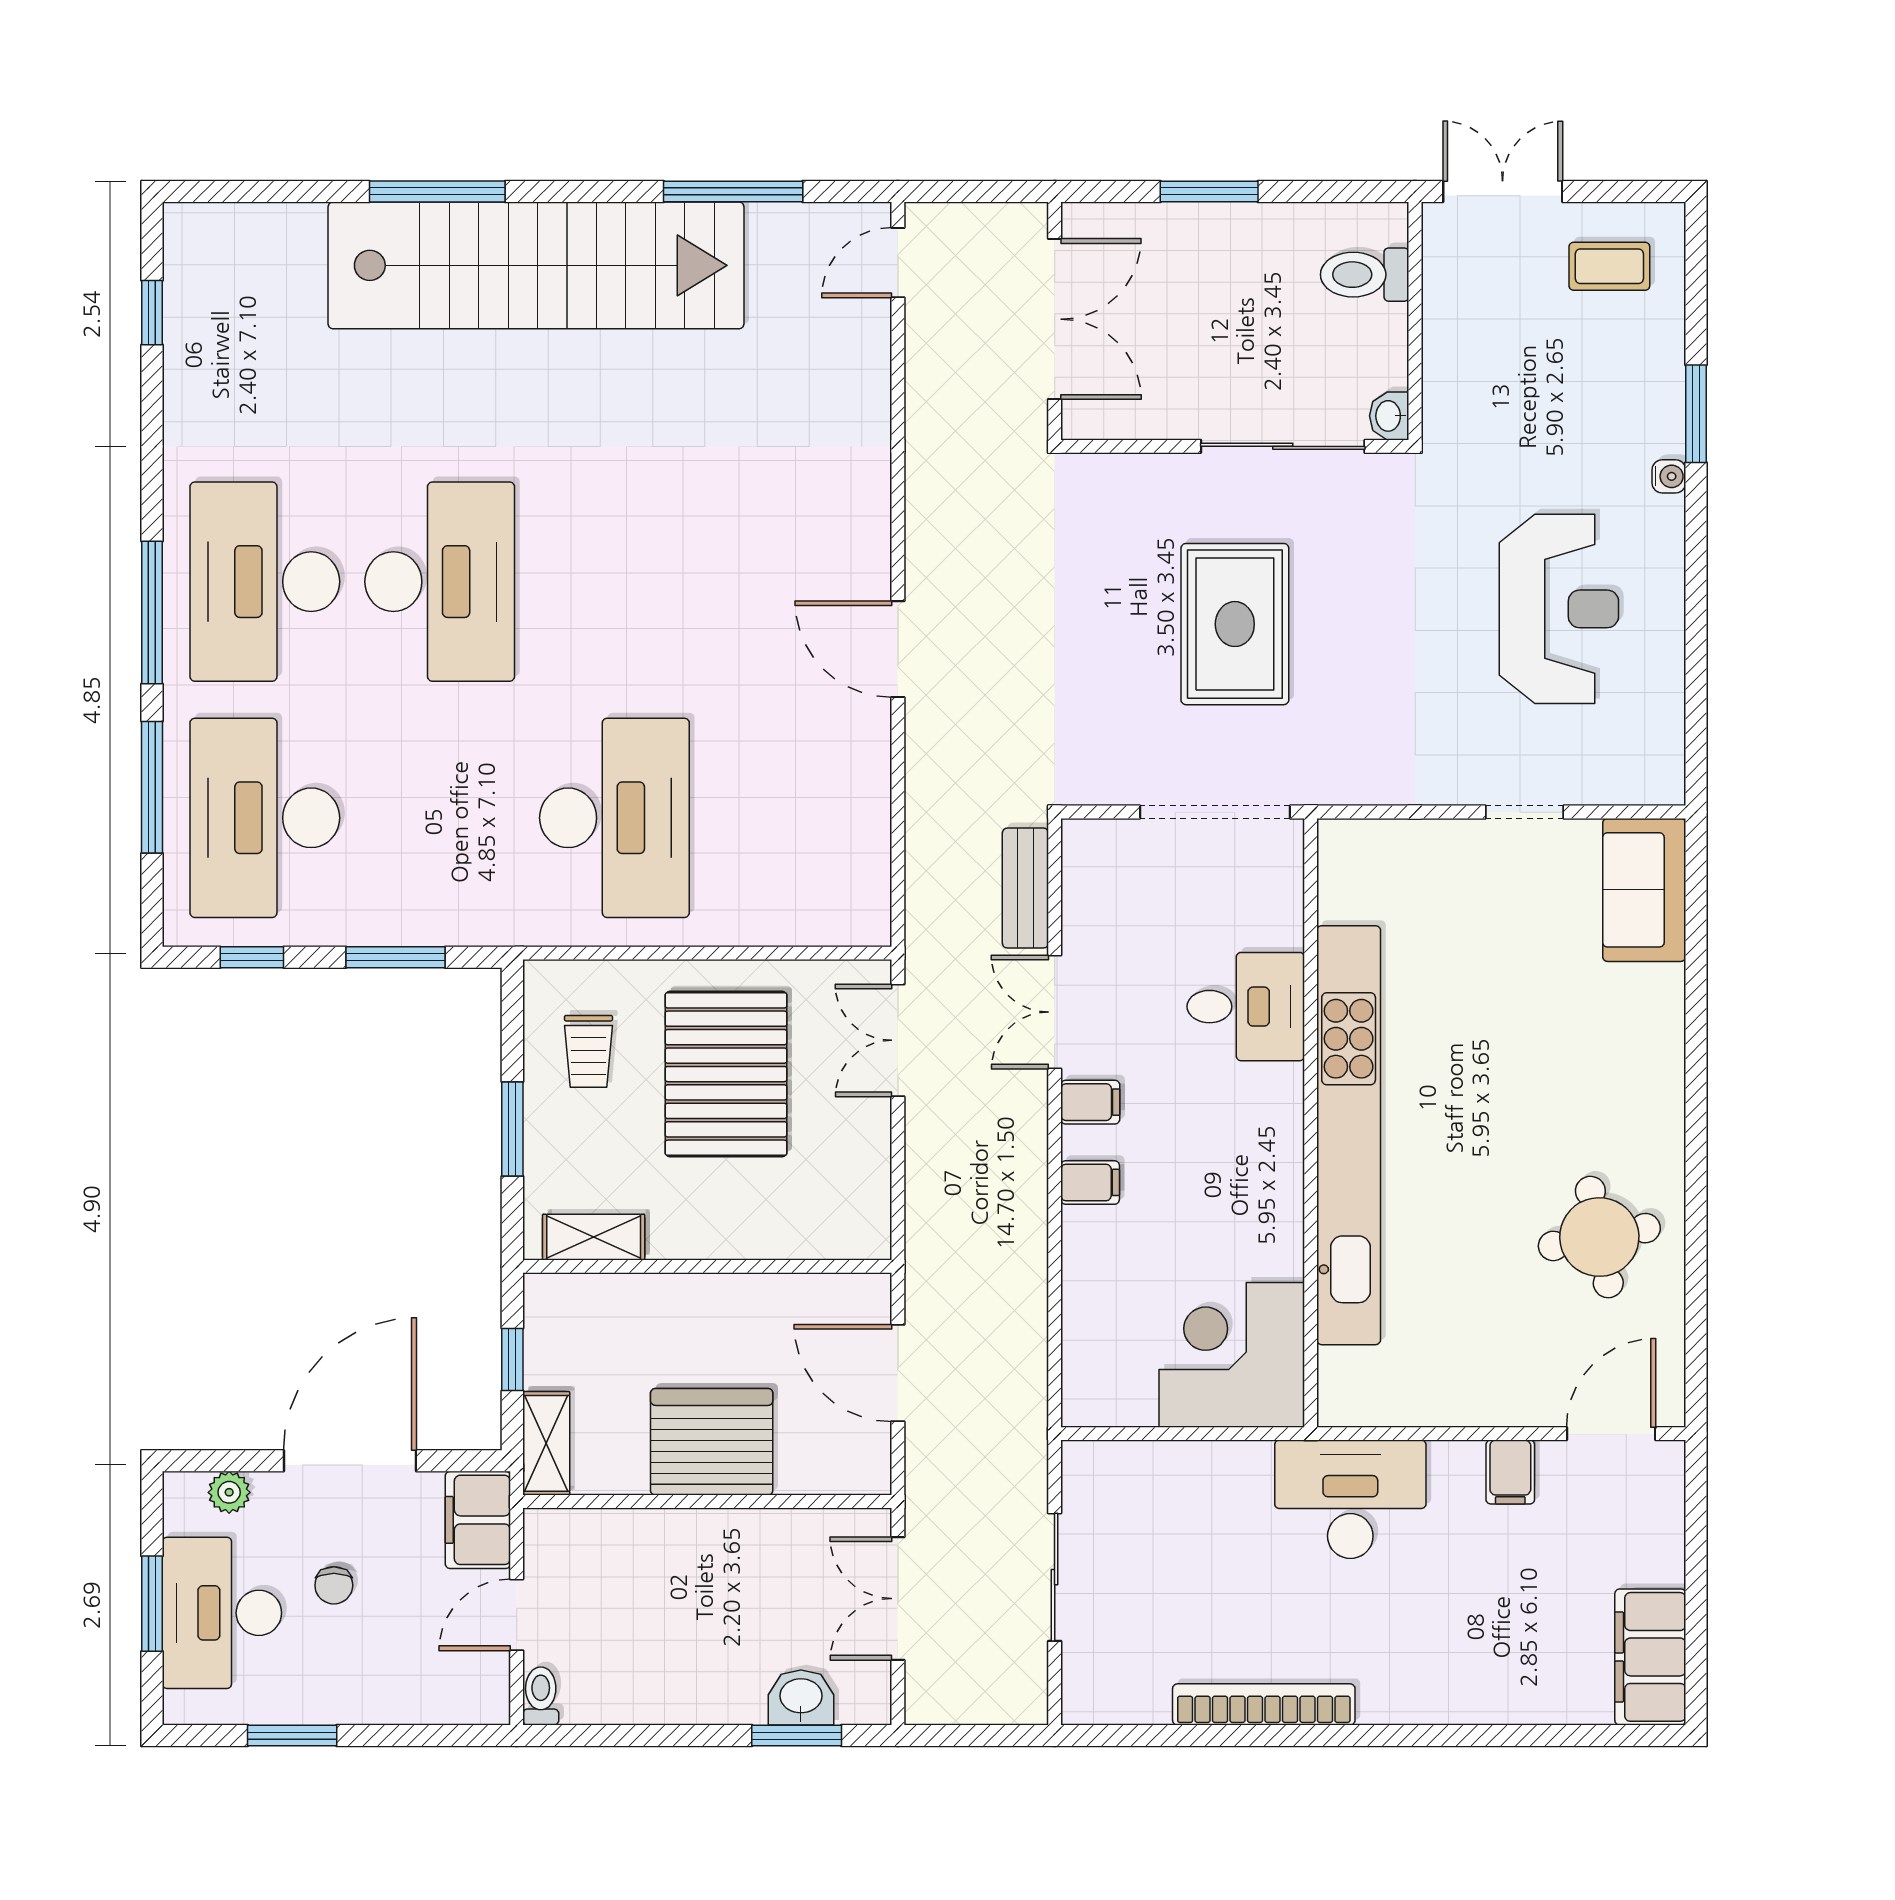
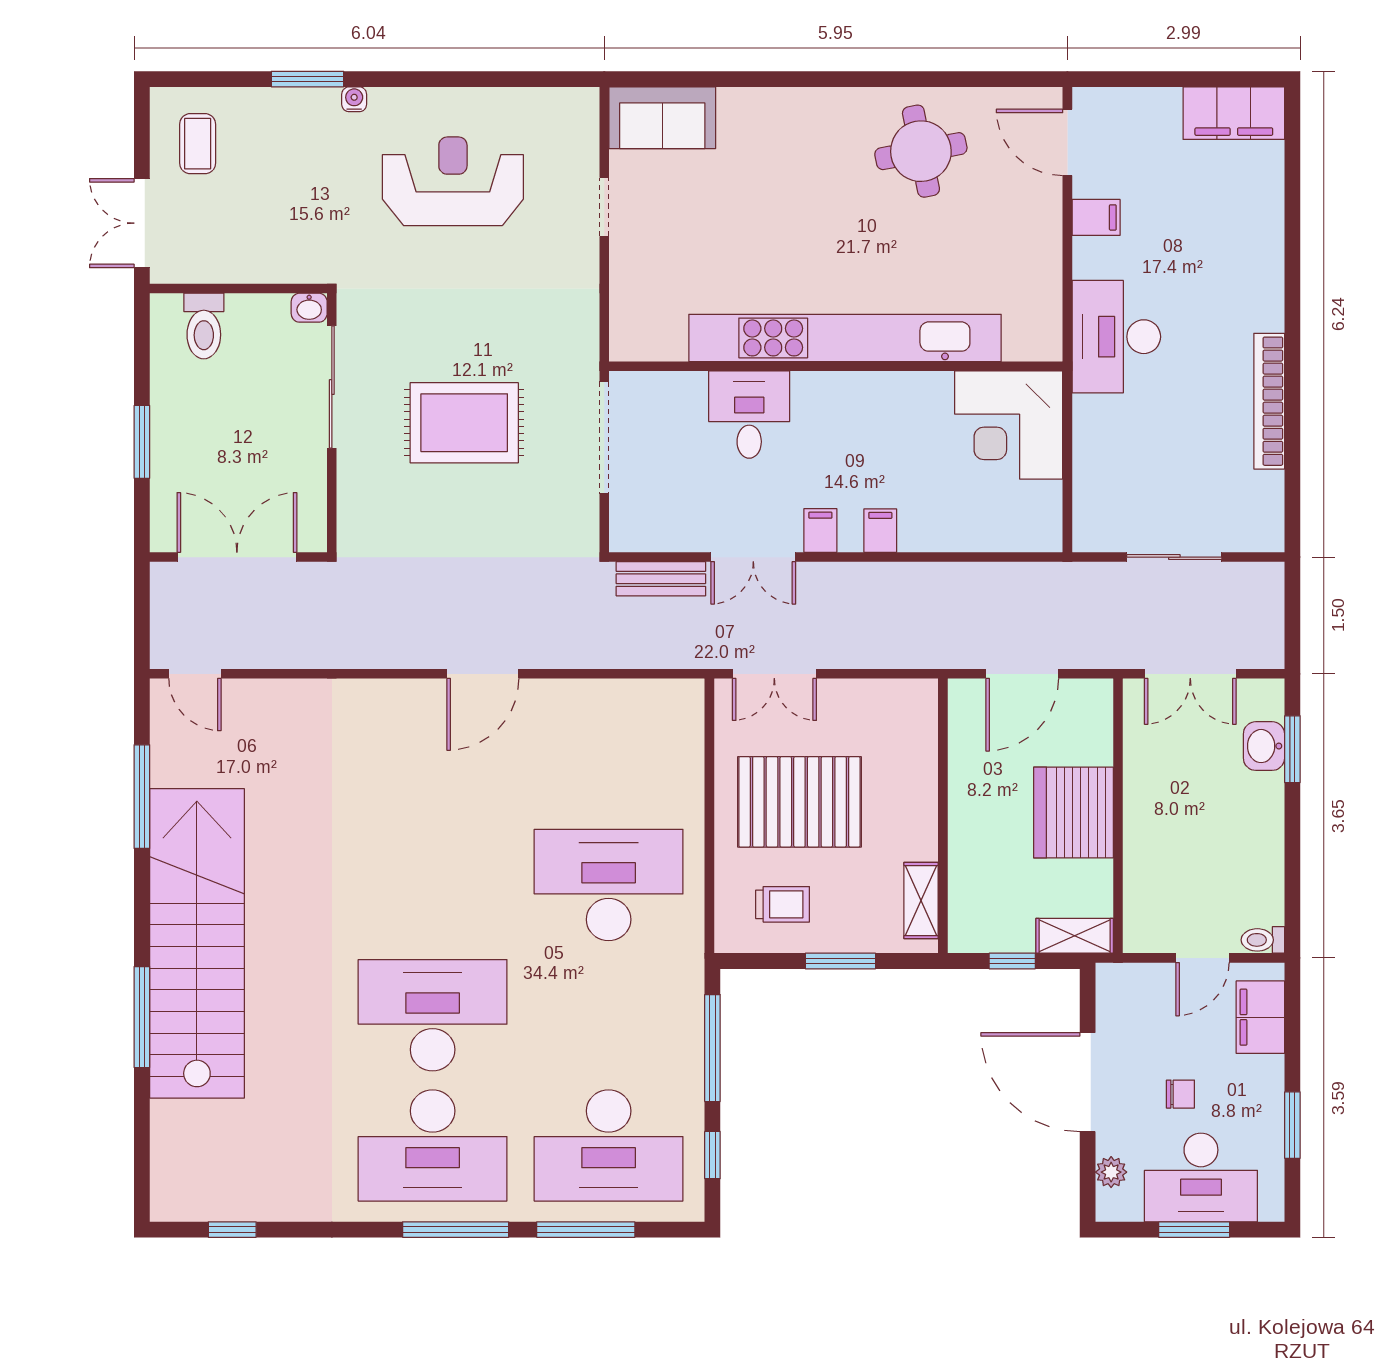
window: (396, 957) -> (712, 1048), width x1.44
filing cabinet: (478, 1520) -> (1260, 1017), moved, turned 90
door: (517, 1615) -> (1202, 958), hinge flipped

